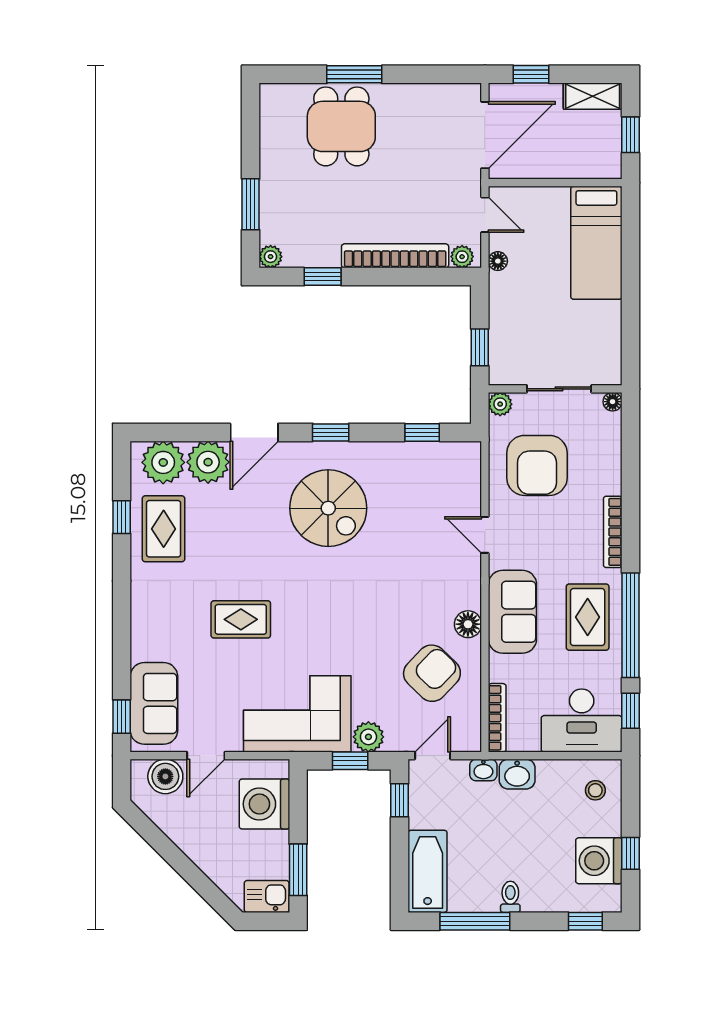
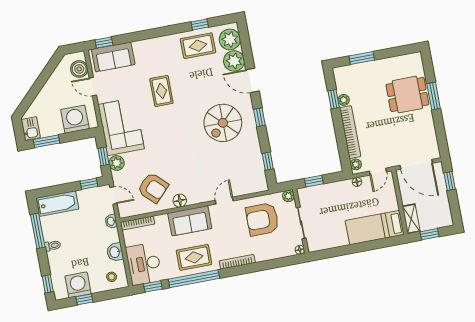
shelving: (593, 96) -> (411, 219), moved
plant: (271, 257) -> (344, 100), moved
washbasin: (517, 774) -> (115, 252), moved

